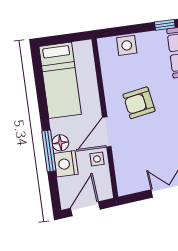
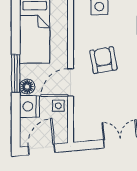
armchair: (139, 103) -> (103, 60), turned 90
window: (49, 151) -> (16, 73), moved

